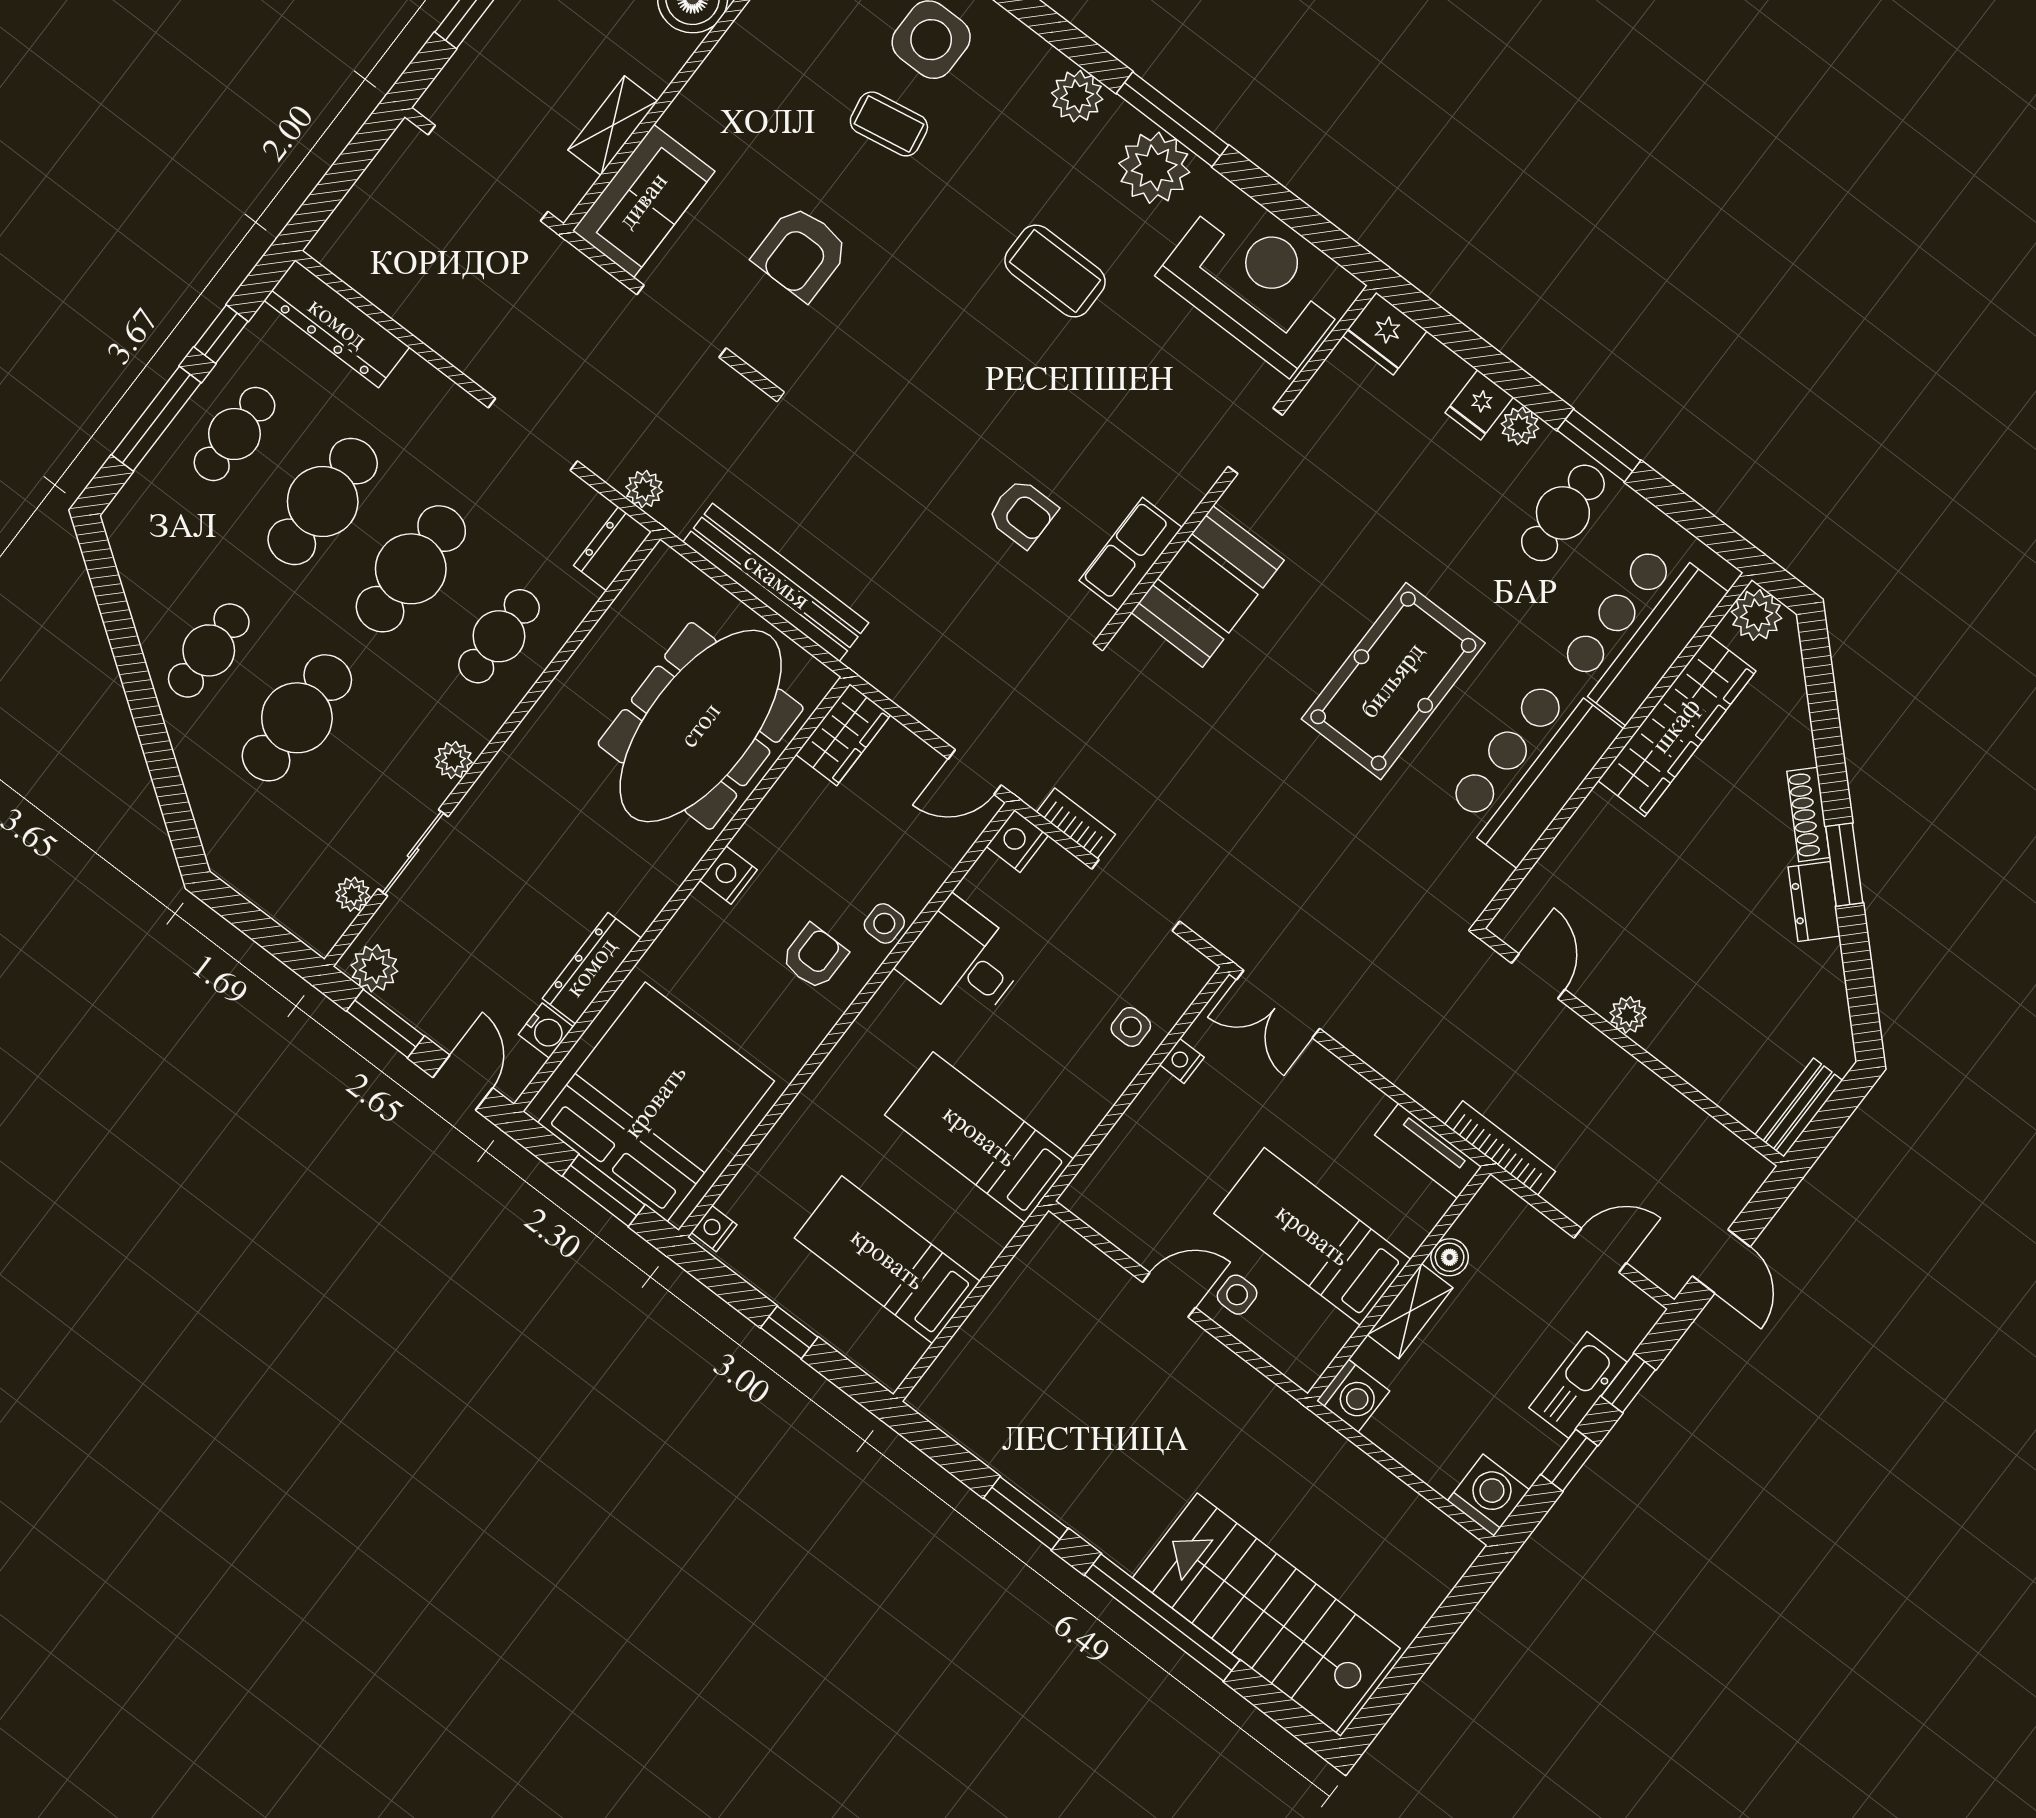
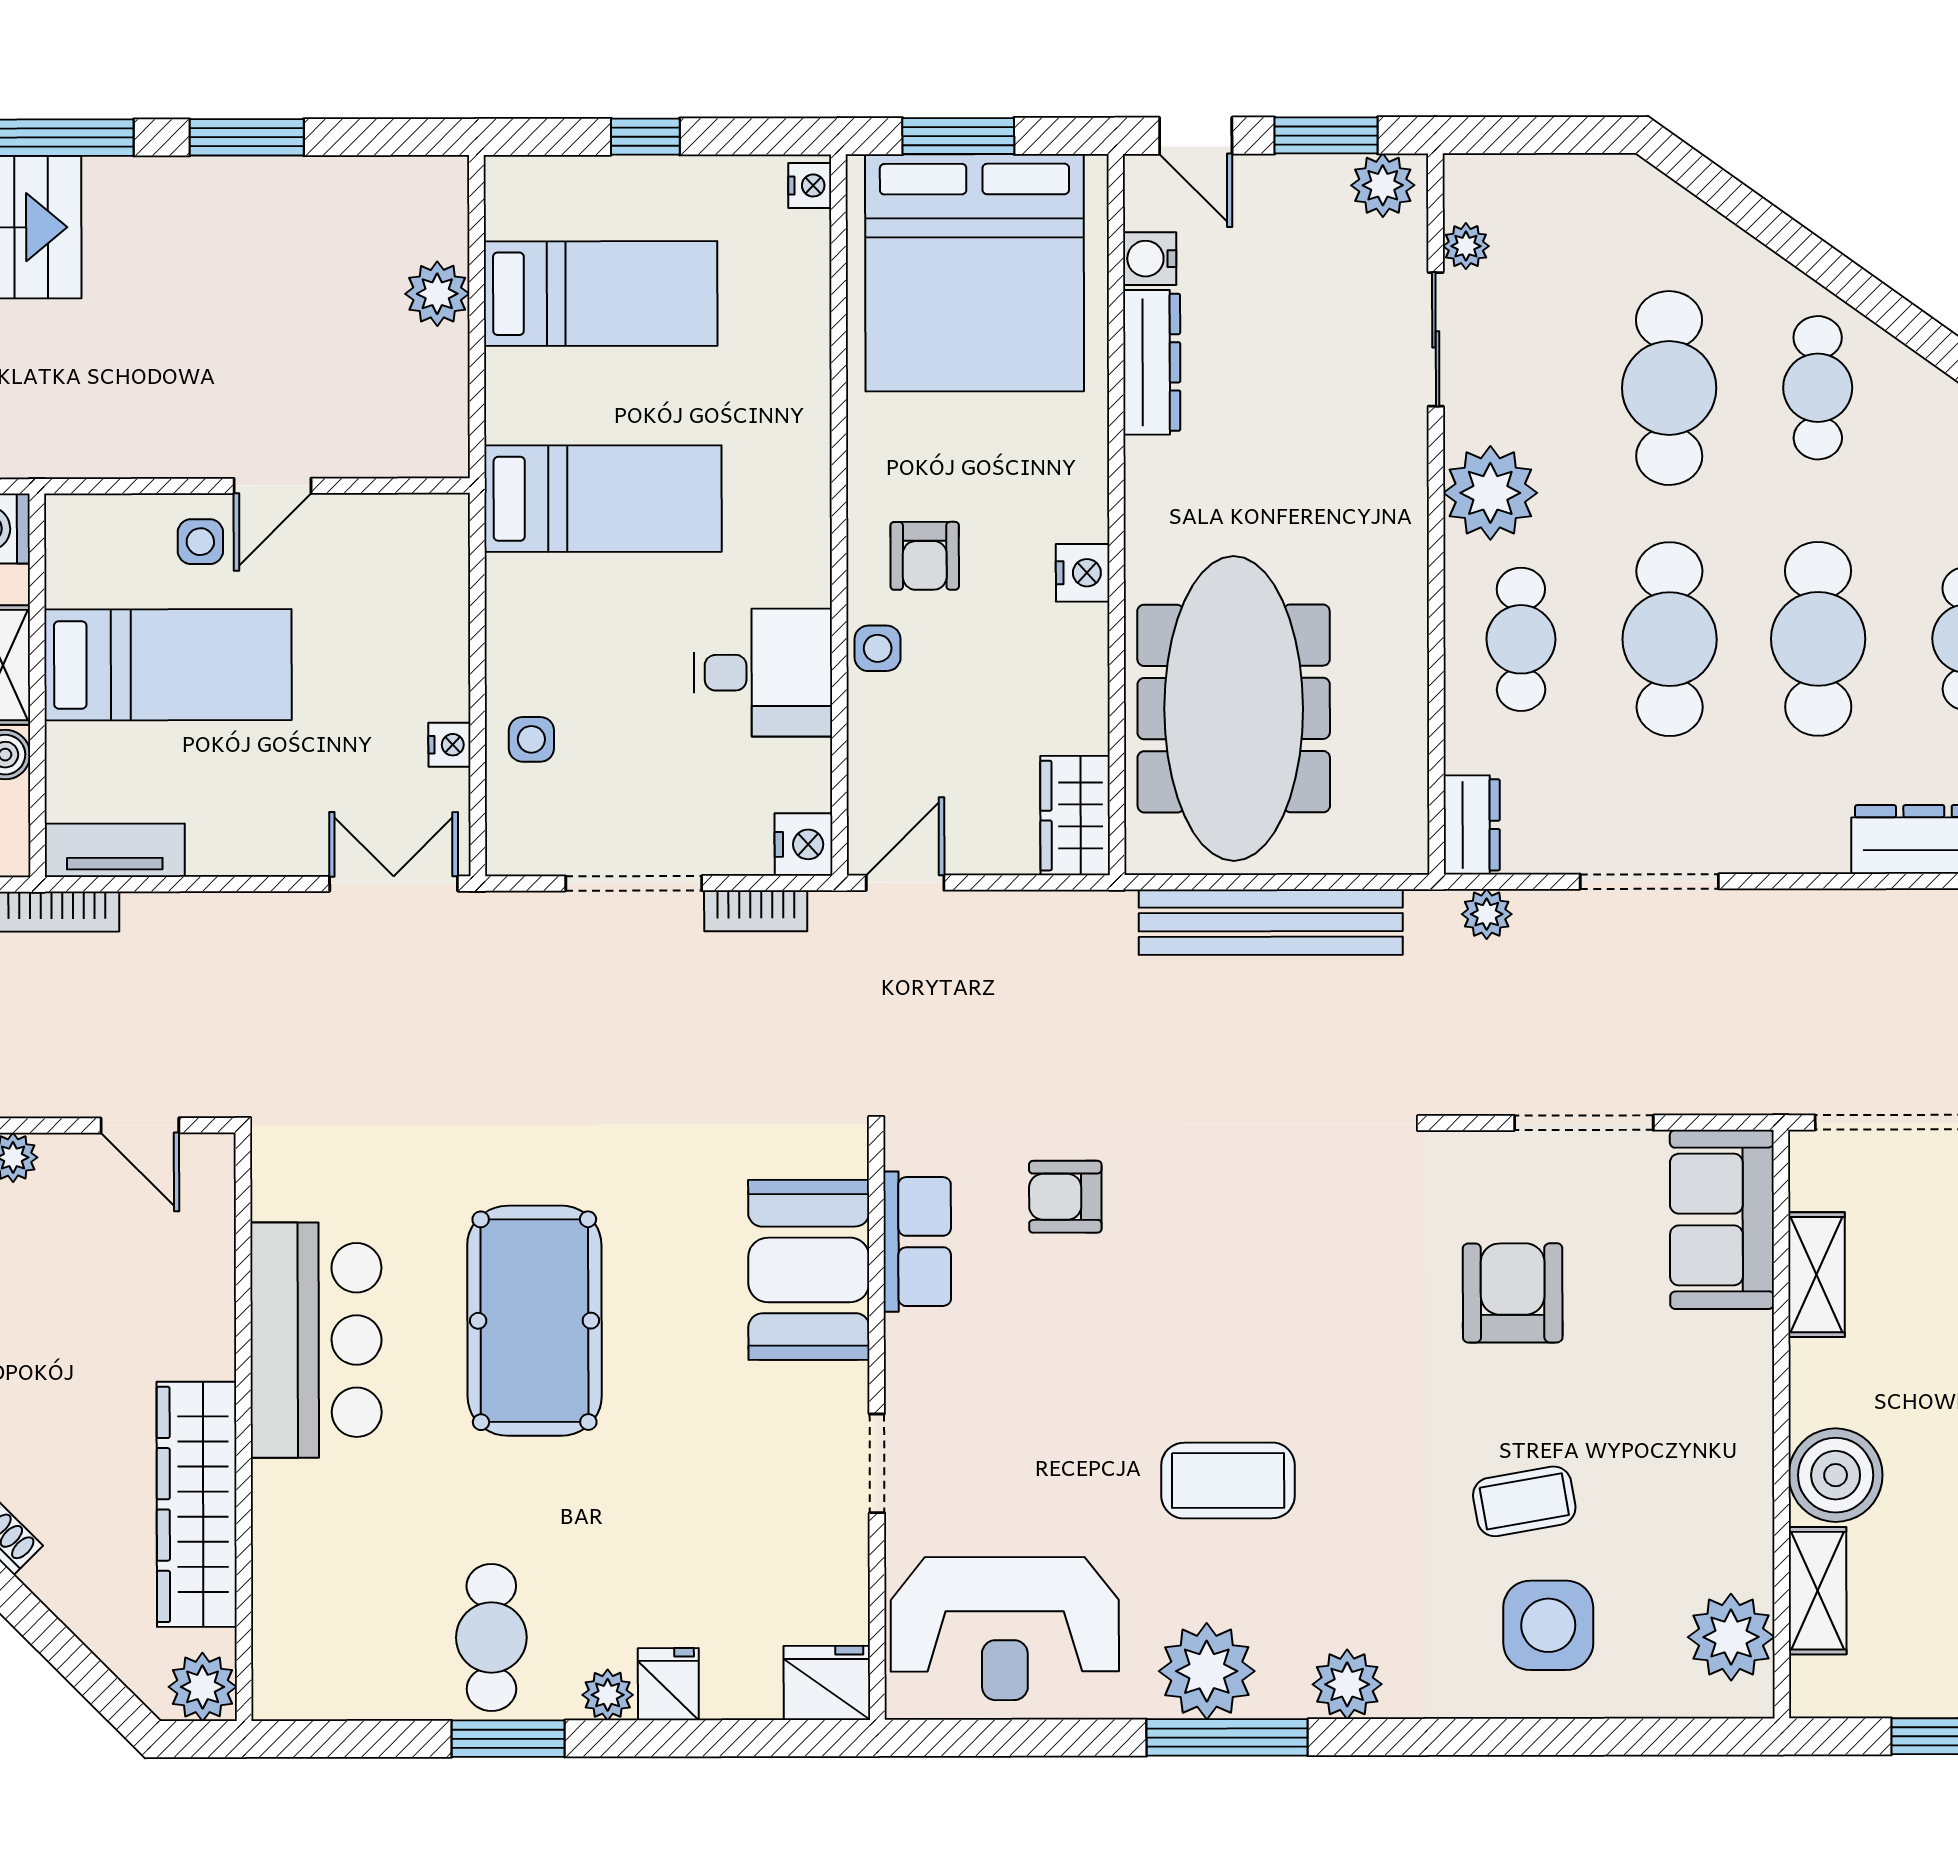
bar counter: (1640, 630) -> (314, 1575), removed
plant: (454, 760) -> (1490, 493), width x1.88, depth x1.88
plant: (984, 1334) -> (437, 294), added

